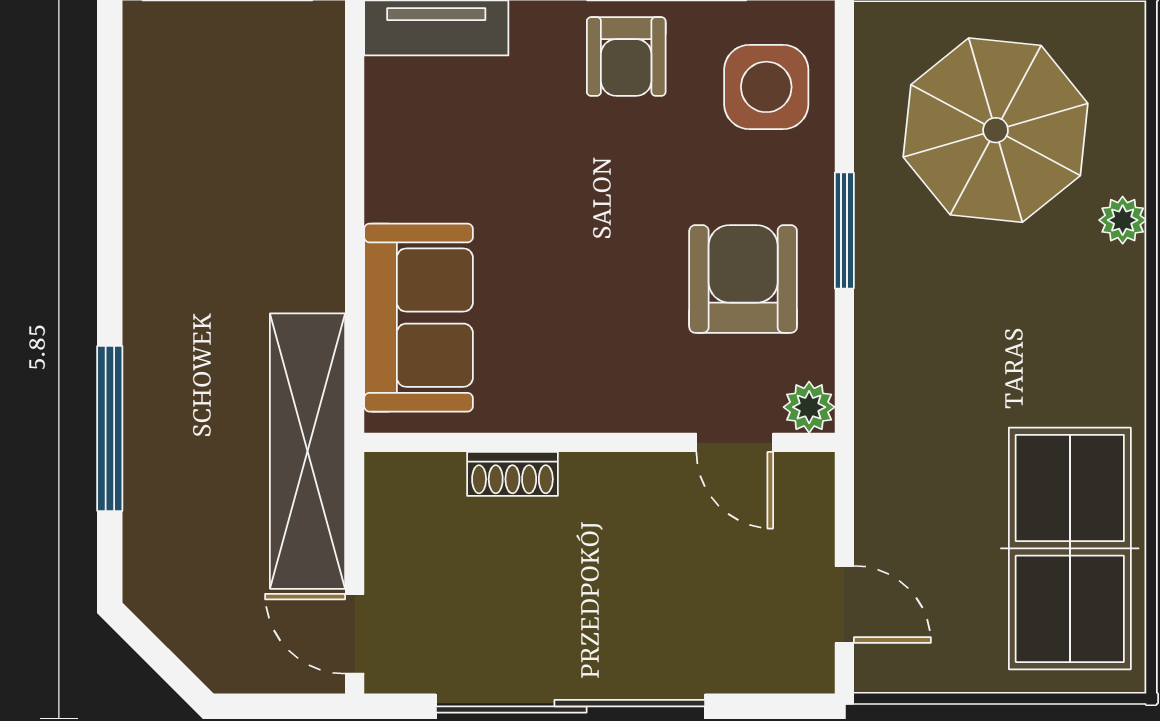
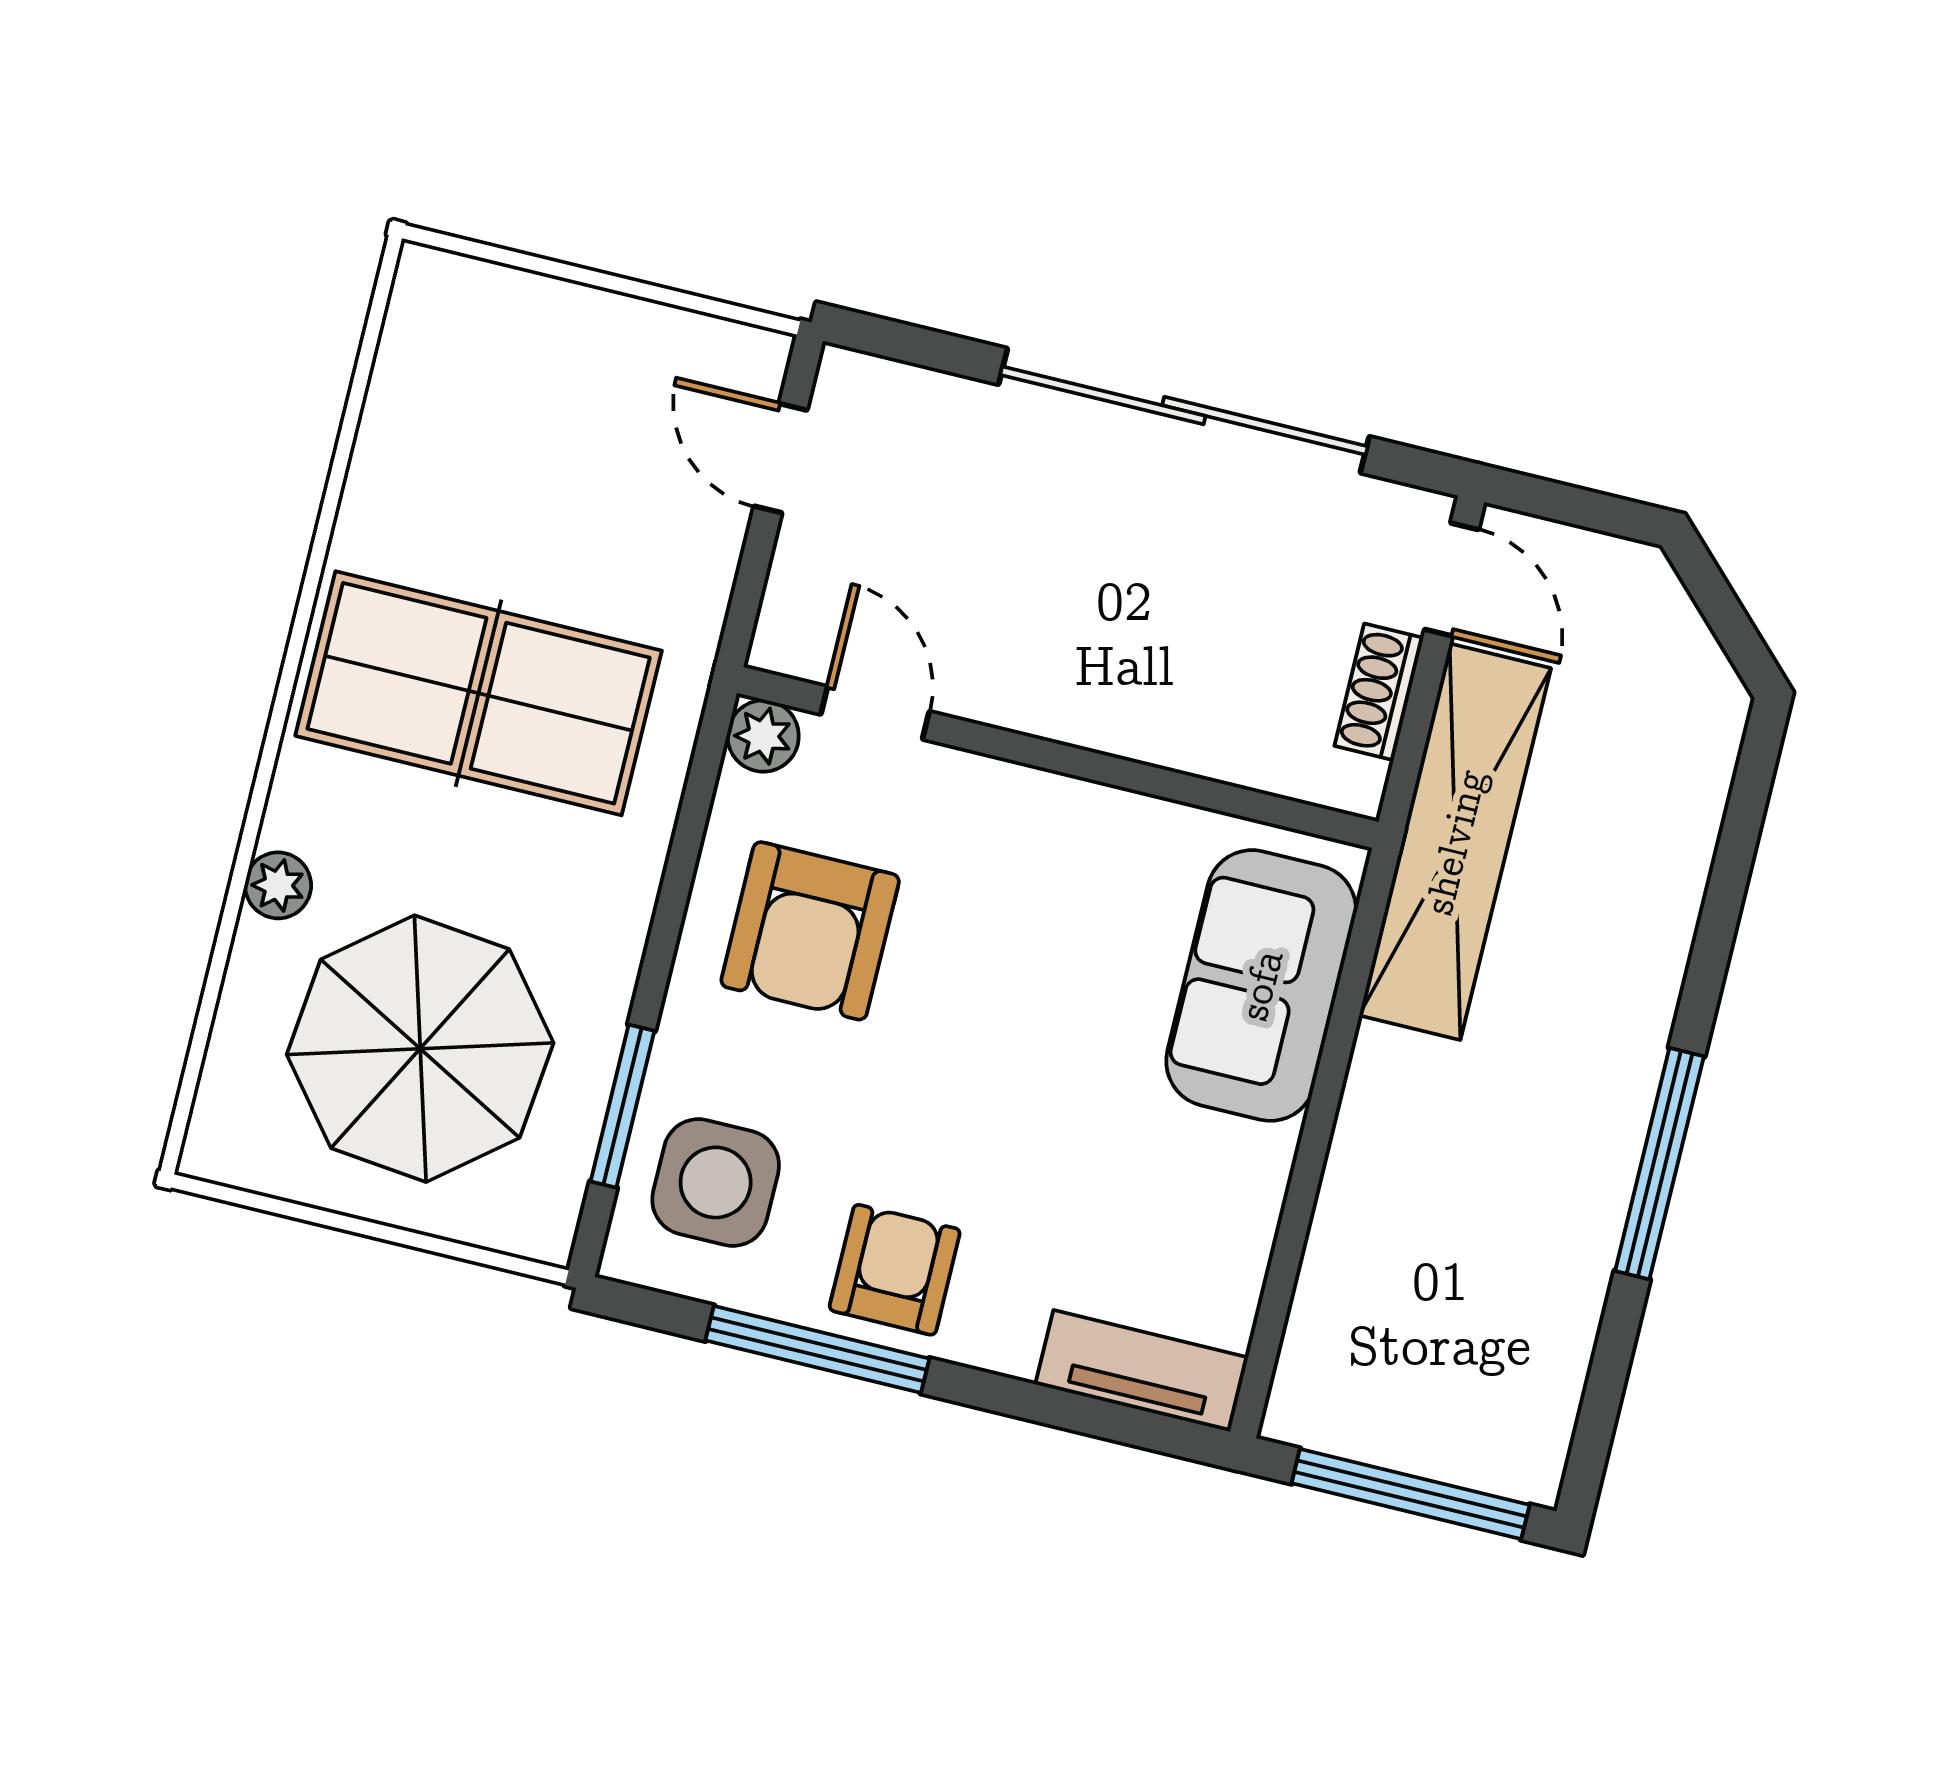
window: (844, 231) -> (622, 1106), moved
window: (110, 429) -> (1659, 1164), moved
shoe rack: (512, 474) -> (1379, 692), moved, turned -90
table tennis table: (1070, 548) -> (479, 693), moved, turned 90

